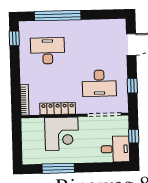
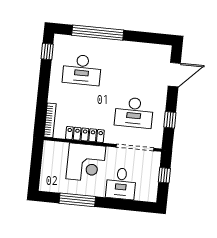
desk: (48, 51) -> (82, 70), turned 180
desk: (115, 149) -> (121, 184), moved, turned 90

